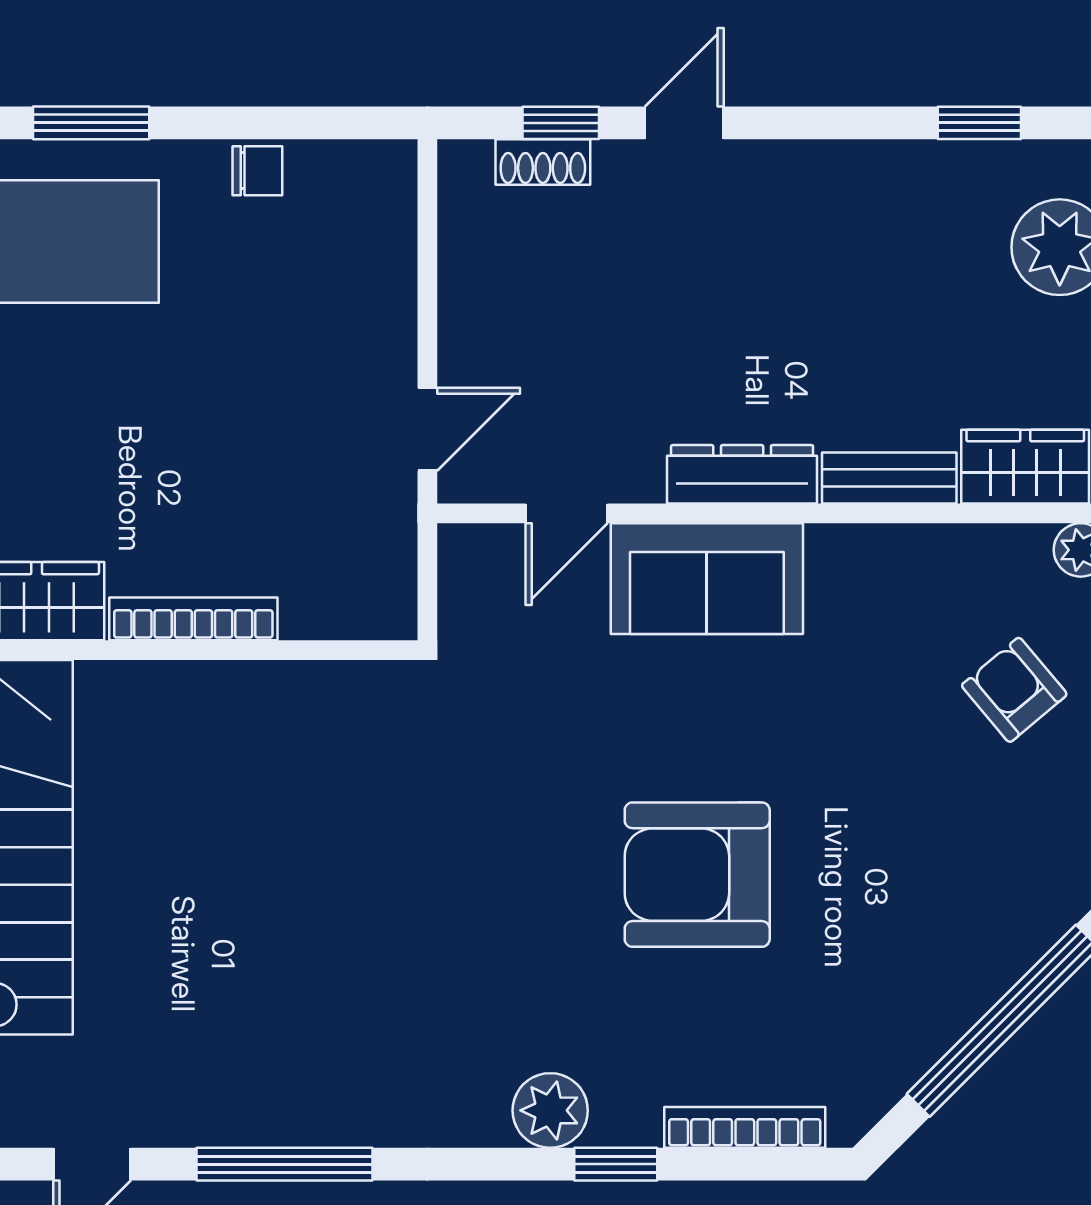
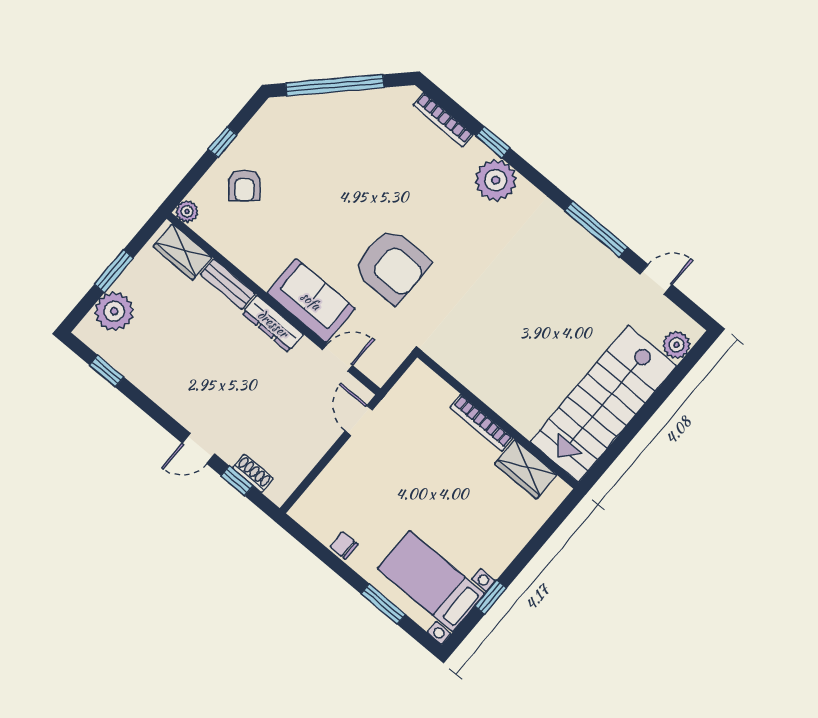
door: (427, 429) -> (359, 420), hinge flipped
armchair: (697, 875) -> (392, 266), moved
plant: (550, 1110) -> (496, 180), width x1.36, depth x1.36

